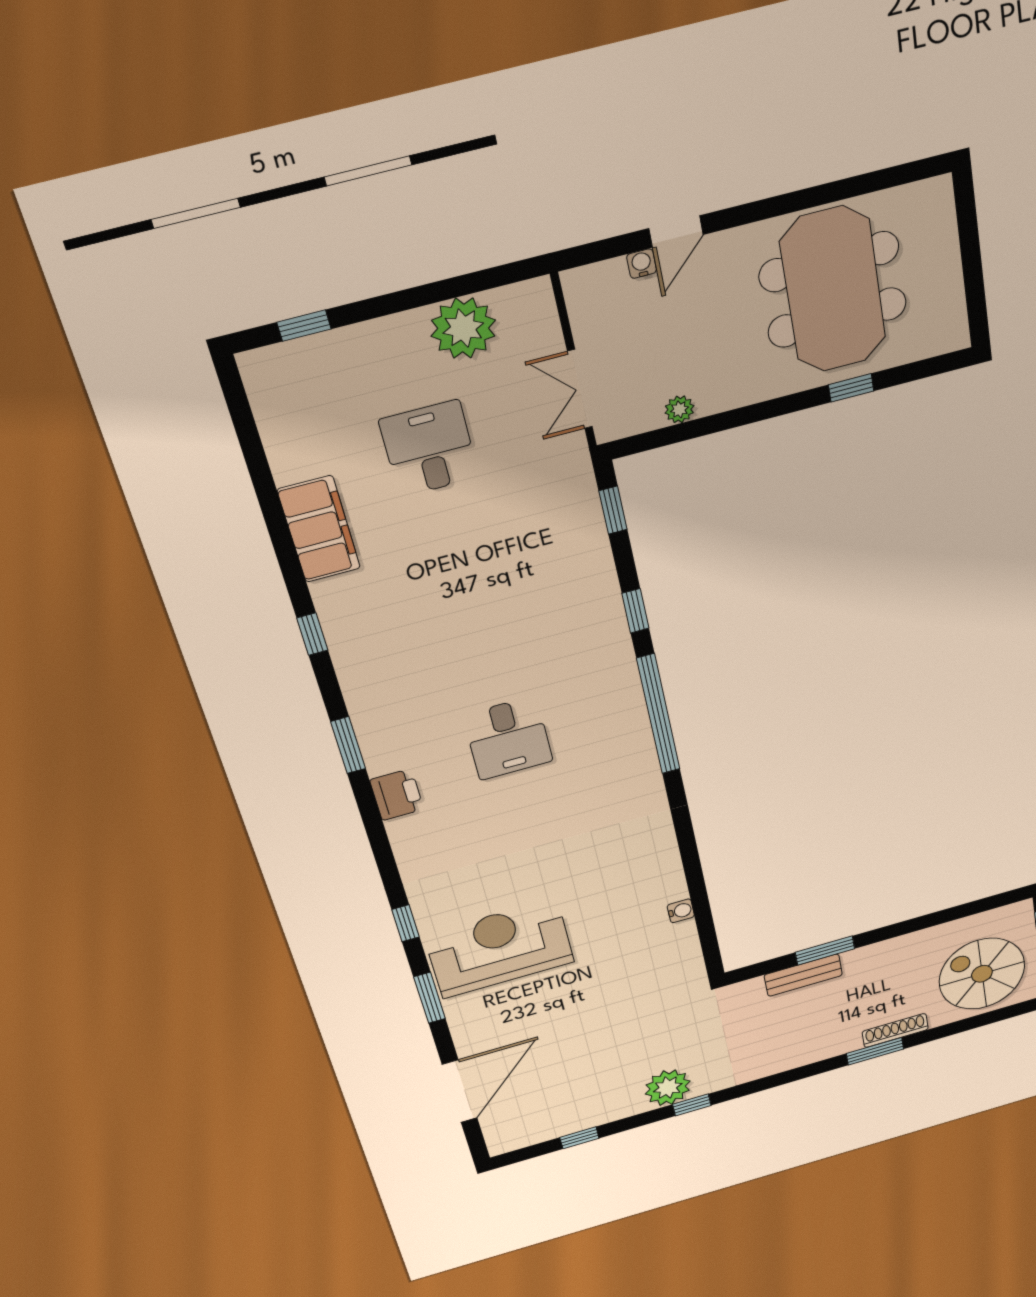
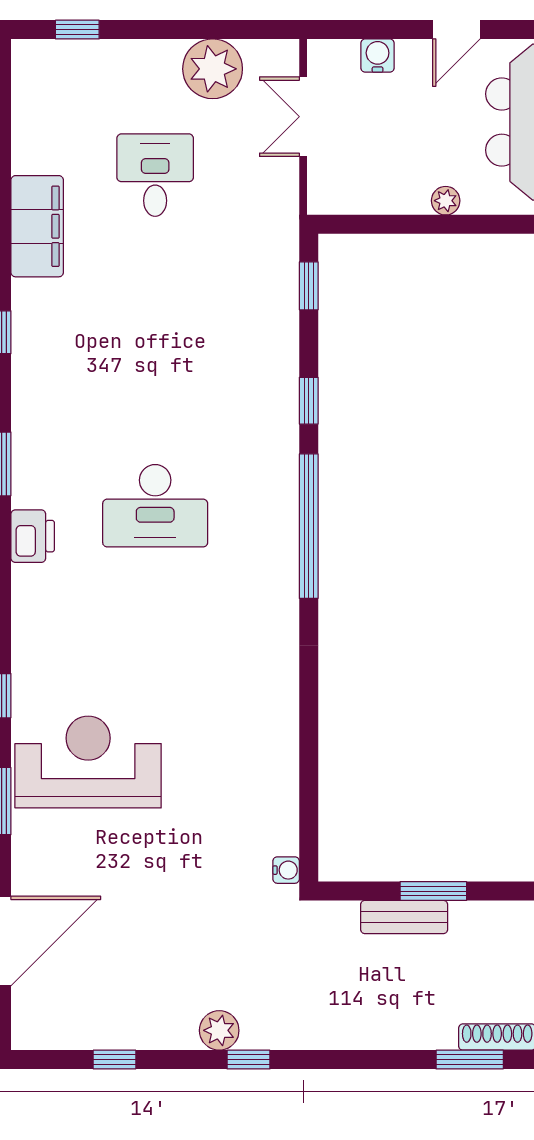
door: (676, 232) -> (456, 30), moved
water cooler: (642, 264) -> (378, 56), width x1.38, depth x1.38
double door: (580, 389) -> (303, 117), moved
plant: (679, 409) -> (446, 201), moved
desk: (508, 738) -> (155, 506), width x1.37
water cooler: (681, 911) -> (286, 870), moved
plant: (668, 1088) -> (219, 1030), width x0.73, depth x0.73

